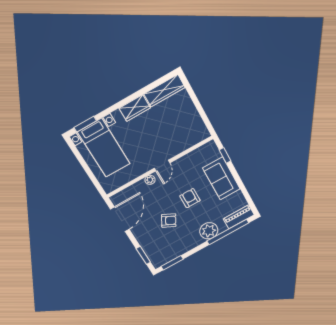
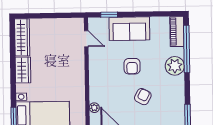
door: (162, 166) -> (86, 39), moved
plant: (150, 180) -> (94, 108), moved
armchair: (190, 198) -> (132, 66), turned -90

